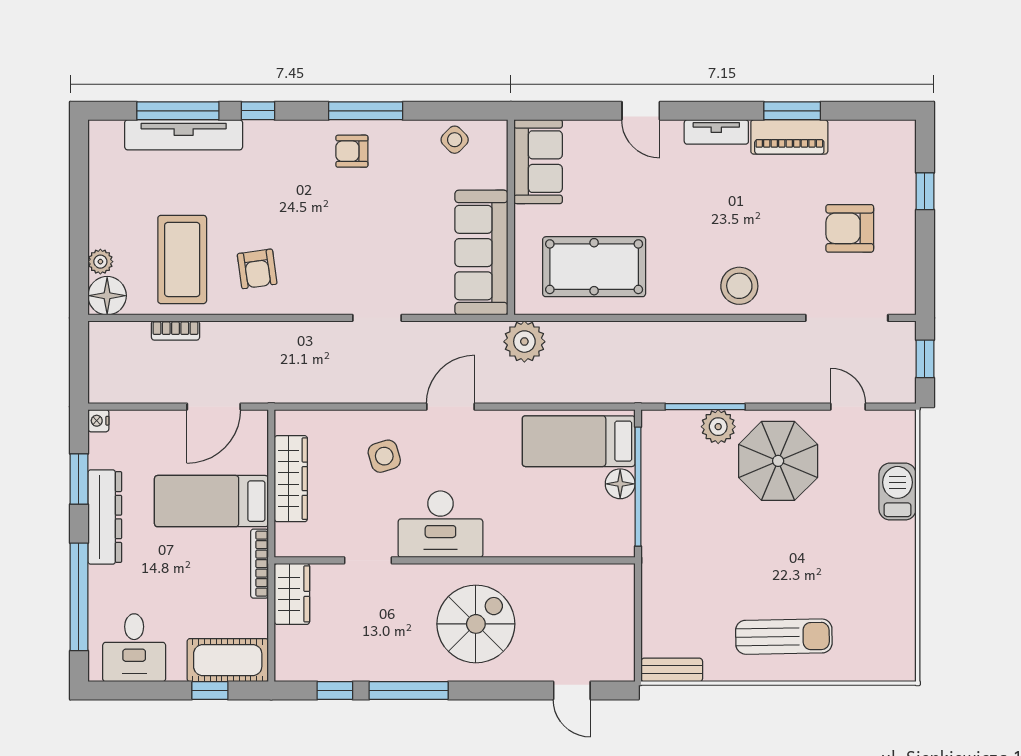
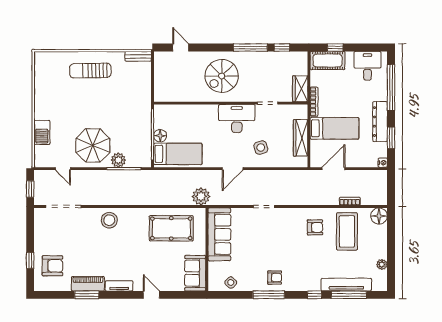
armchair: (850, 228) -> (52, 266), moved
plant: (100, 262) -> (382, 264), moved
armchair: (257, 269) -> (315, 227), turned 98

